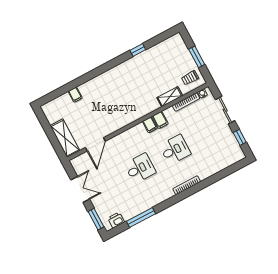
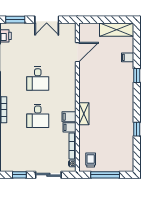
window: (197, 57) -> (105, 175), width x1.44
window: (87, 77) -> (137, 75), added
shelving: (170, 97) -> (84, 114), moved
filing cabinet: (150, 125) -> (69, 127), moved
shelving: (65, 138) -> (117, 30), moved
door: (95, 144) -> (77, 52), swing flipped

